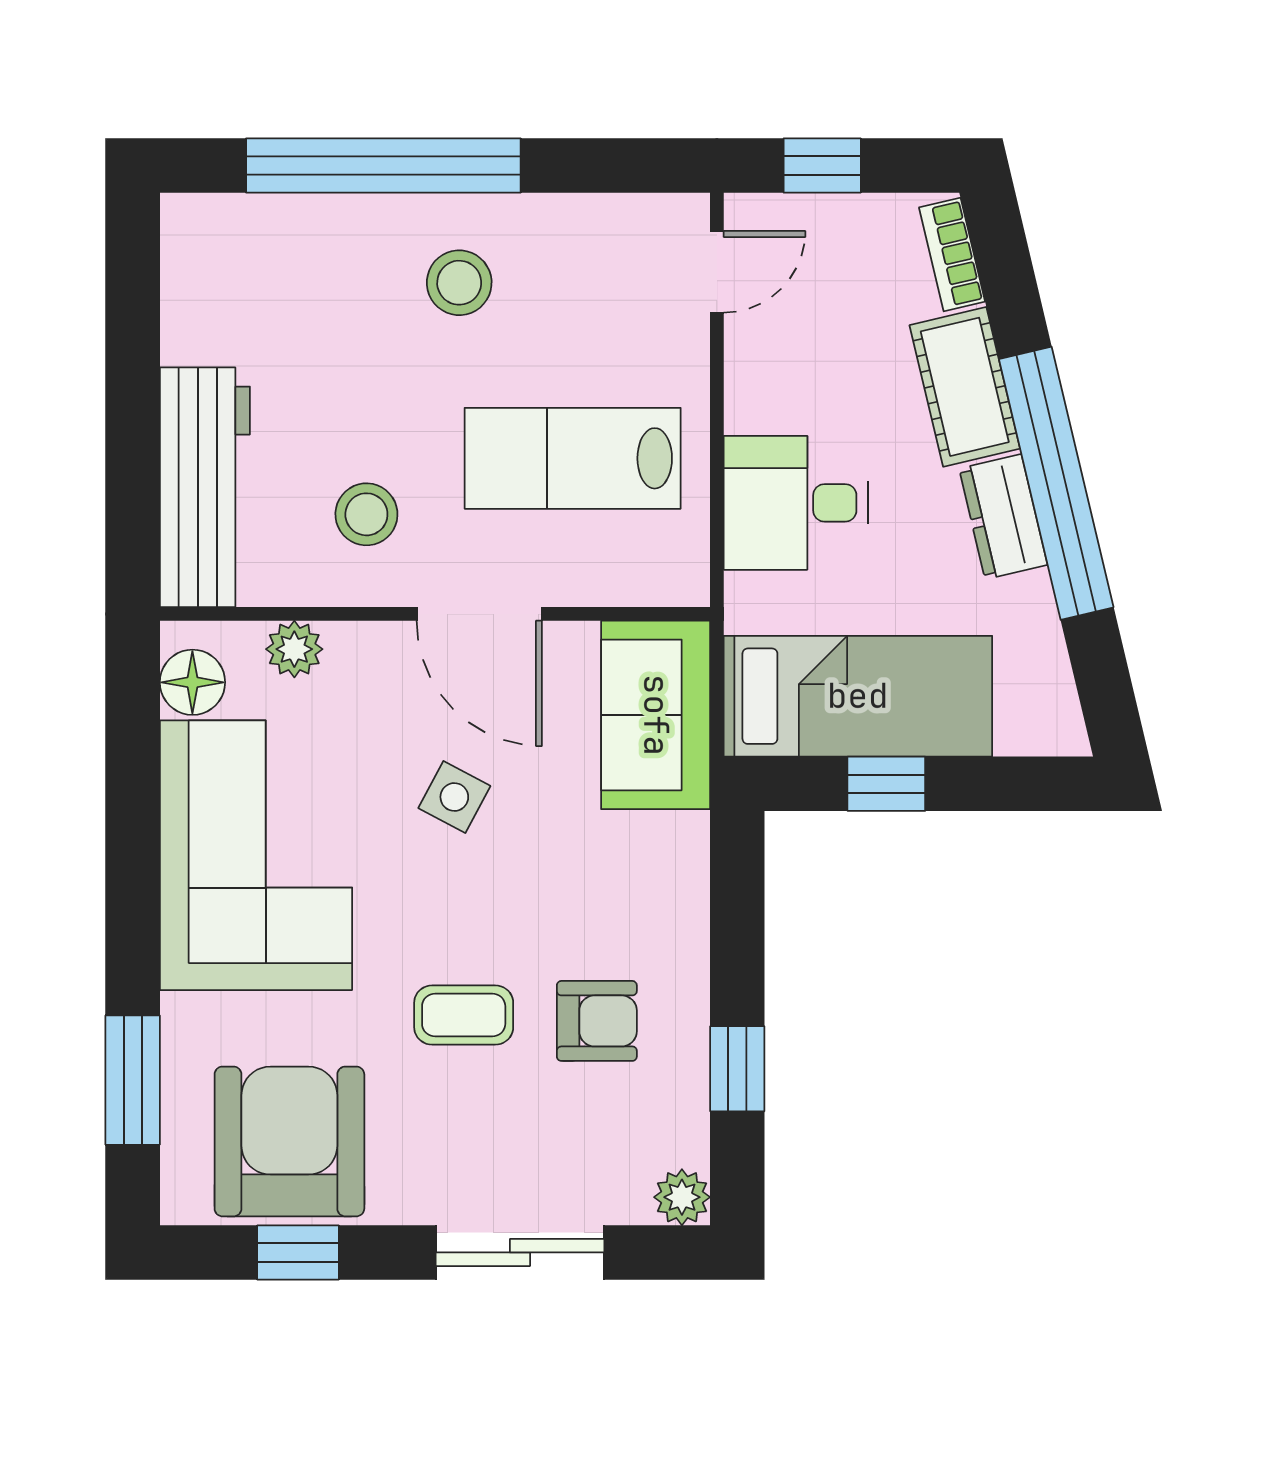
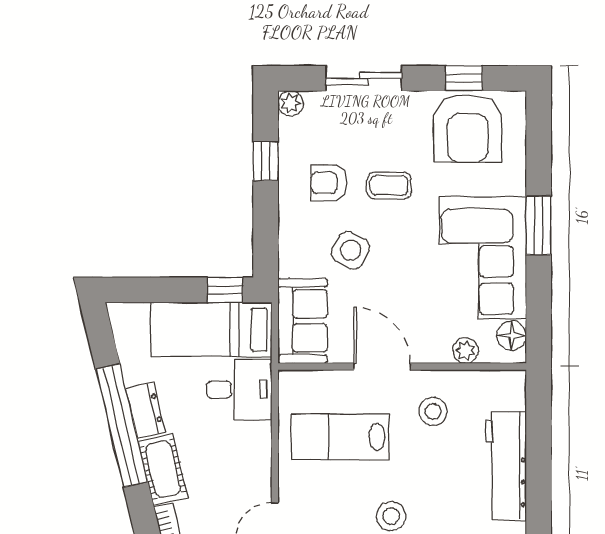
lab bench: (573, 458) -> (340, 437), turned 180
workbench: (205, 487) -> (506, 466), moved
desk: (796, 503) -> (239, 389), moved
window: (886, 784) -> (225, 290), moved
side table: (454, 797) -> (351, 250), moved, width x1.37, depth x1.37
window: (133, 1080) -> (539, 226), moved

